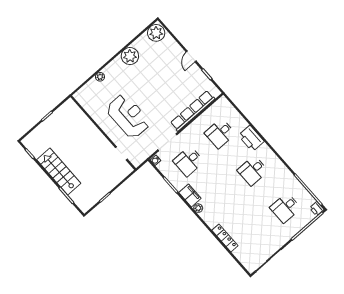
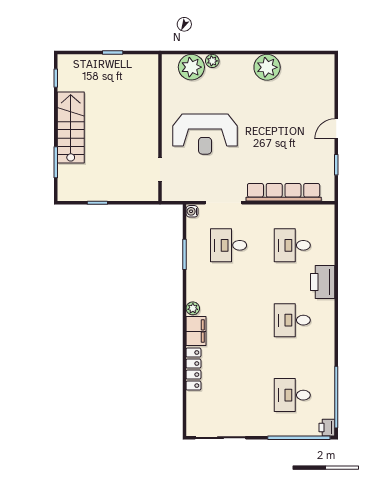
plant: (156, 33) -> (191, 67), moved
reception desk: (128, 116) -> (205, 134), turned 90
filing cabinet: (190, 195) -> (196, 331), moved

